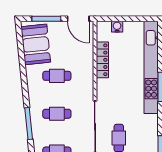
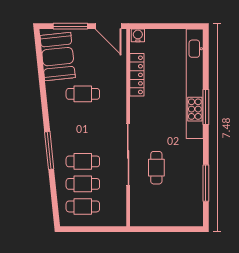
water cooler: (117, 27) -> (138, 35), moved
cafe table: (57, 114) -> (83, 161), moved

